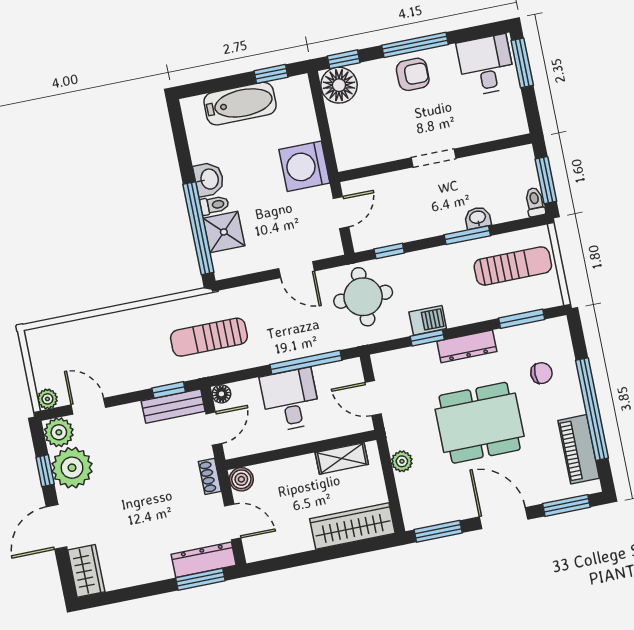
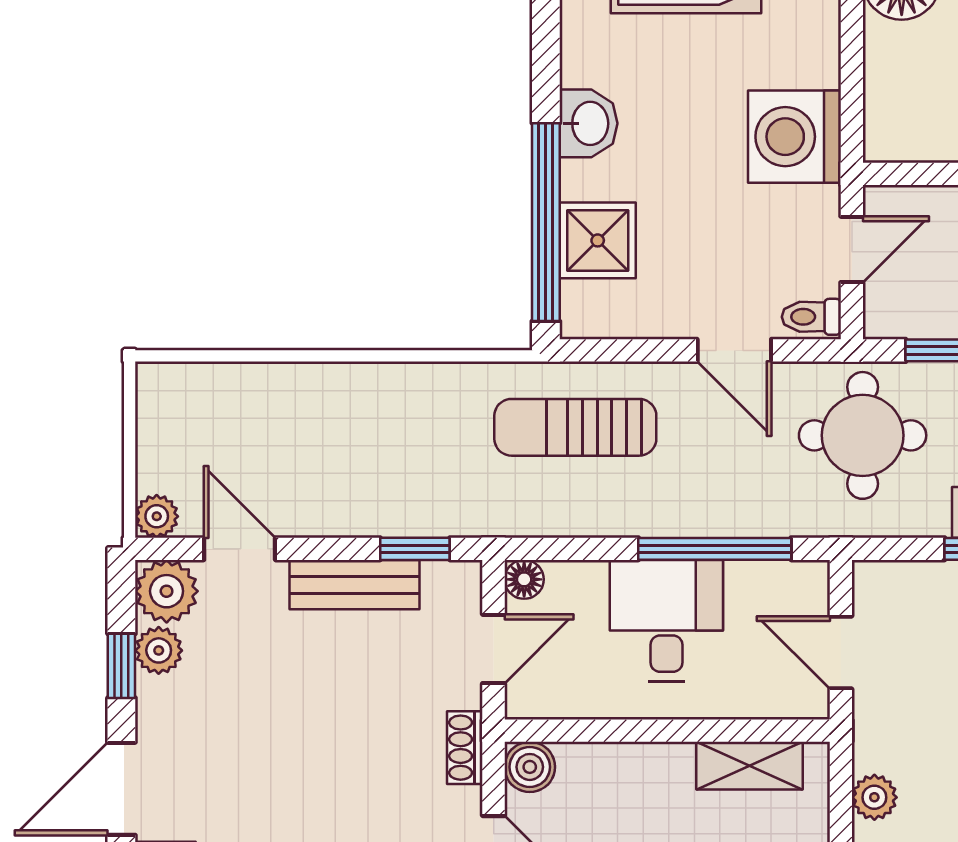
toilet: (214, 205) -> (811, 317), moved, turned 180
sun lounger: (209, 337) -> (575, 427), moved
bench: (173, 406) -> (355, 585), moved
plant: (72, 468) -> (159, 650), width x0.53, depth x0.53

